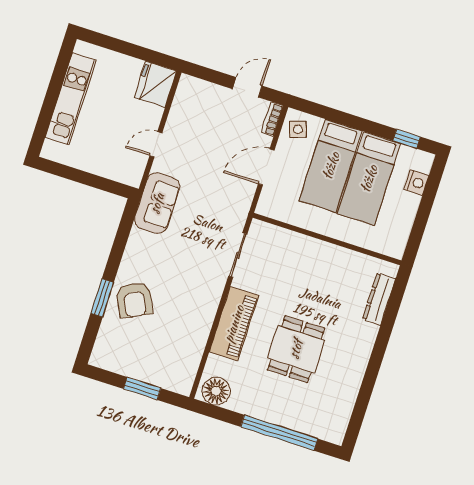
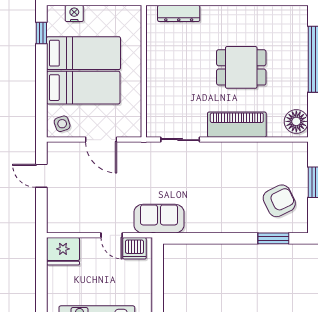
bookcase: (272, 119) -> (60, 147), removed
dishwasher: (133, 165) -> (134, 248), added
window: (102, 298) -> (273, 238), moved
armchair: (134, 300) -> (279, 201), moved

